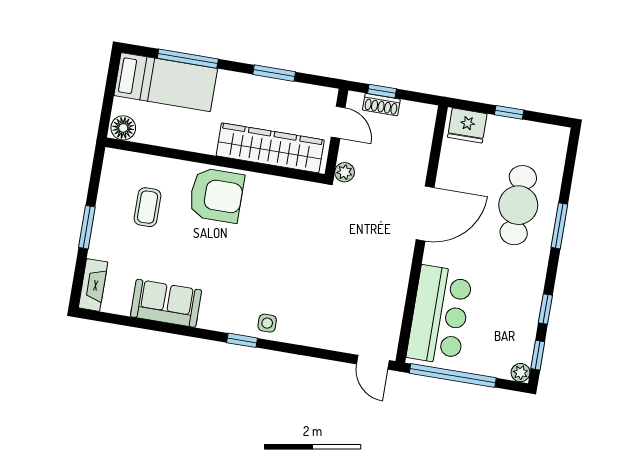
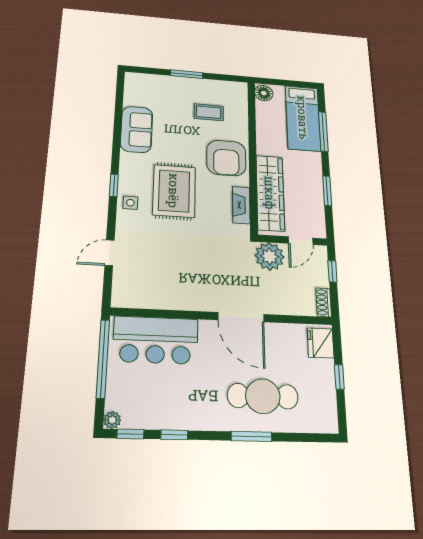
shoe rack: (381, 105) -> (324, 302), moved
plant: (345, 172) -> (270, 256), width x1.88, depth x1.88
rug: (256, 268) -> (174, 191), added
fireplace: (93, 285) -> (241, 205), moved, turned 90
door: (373, 362) -> (110, 253), moved

